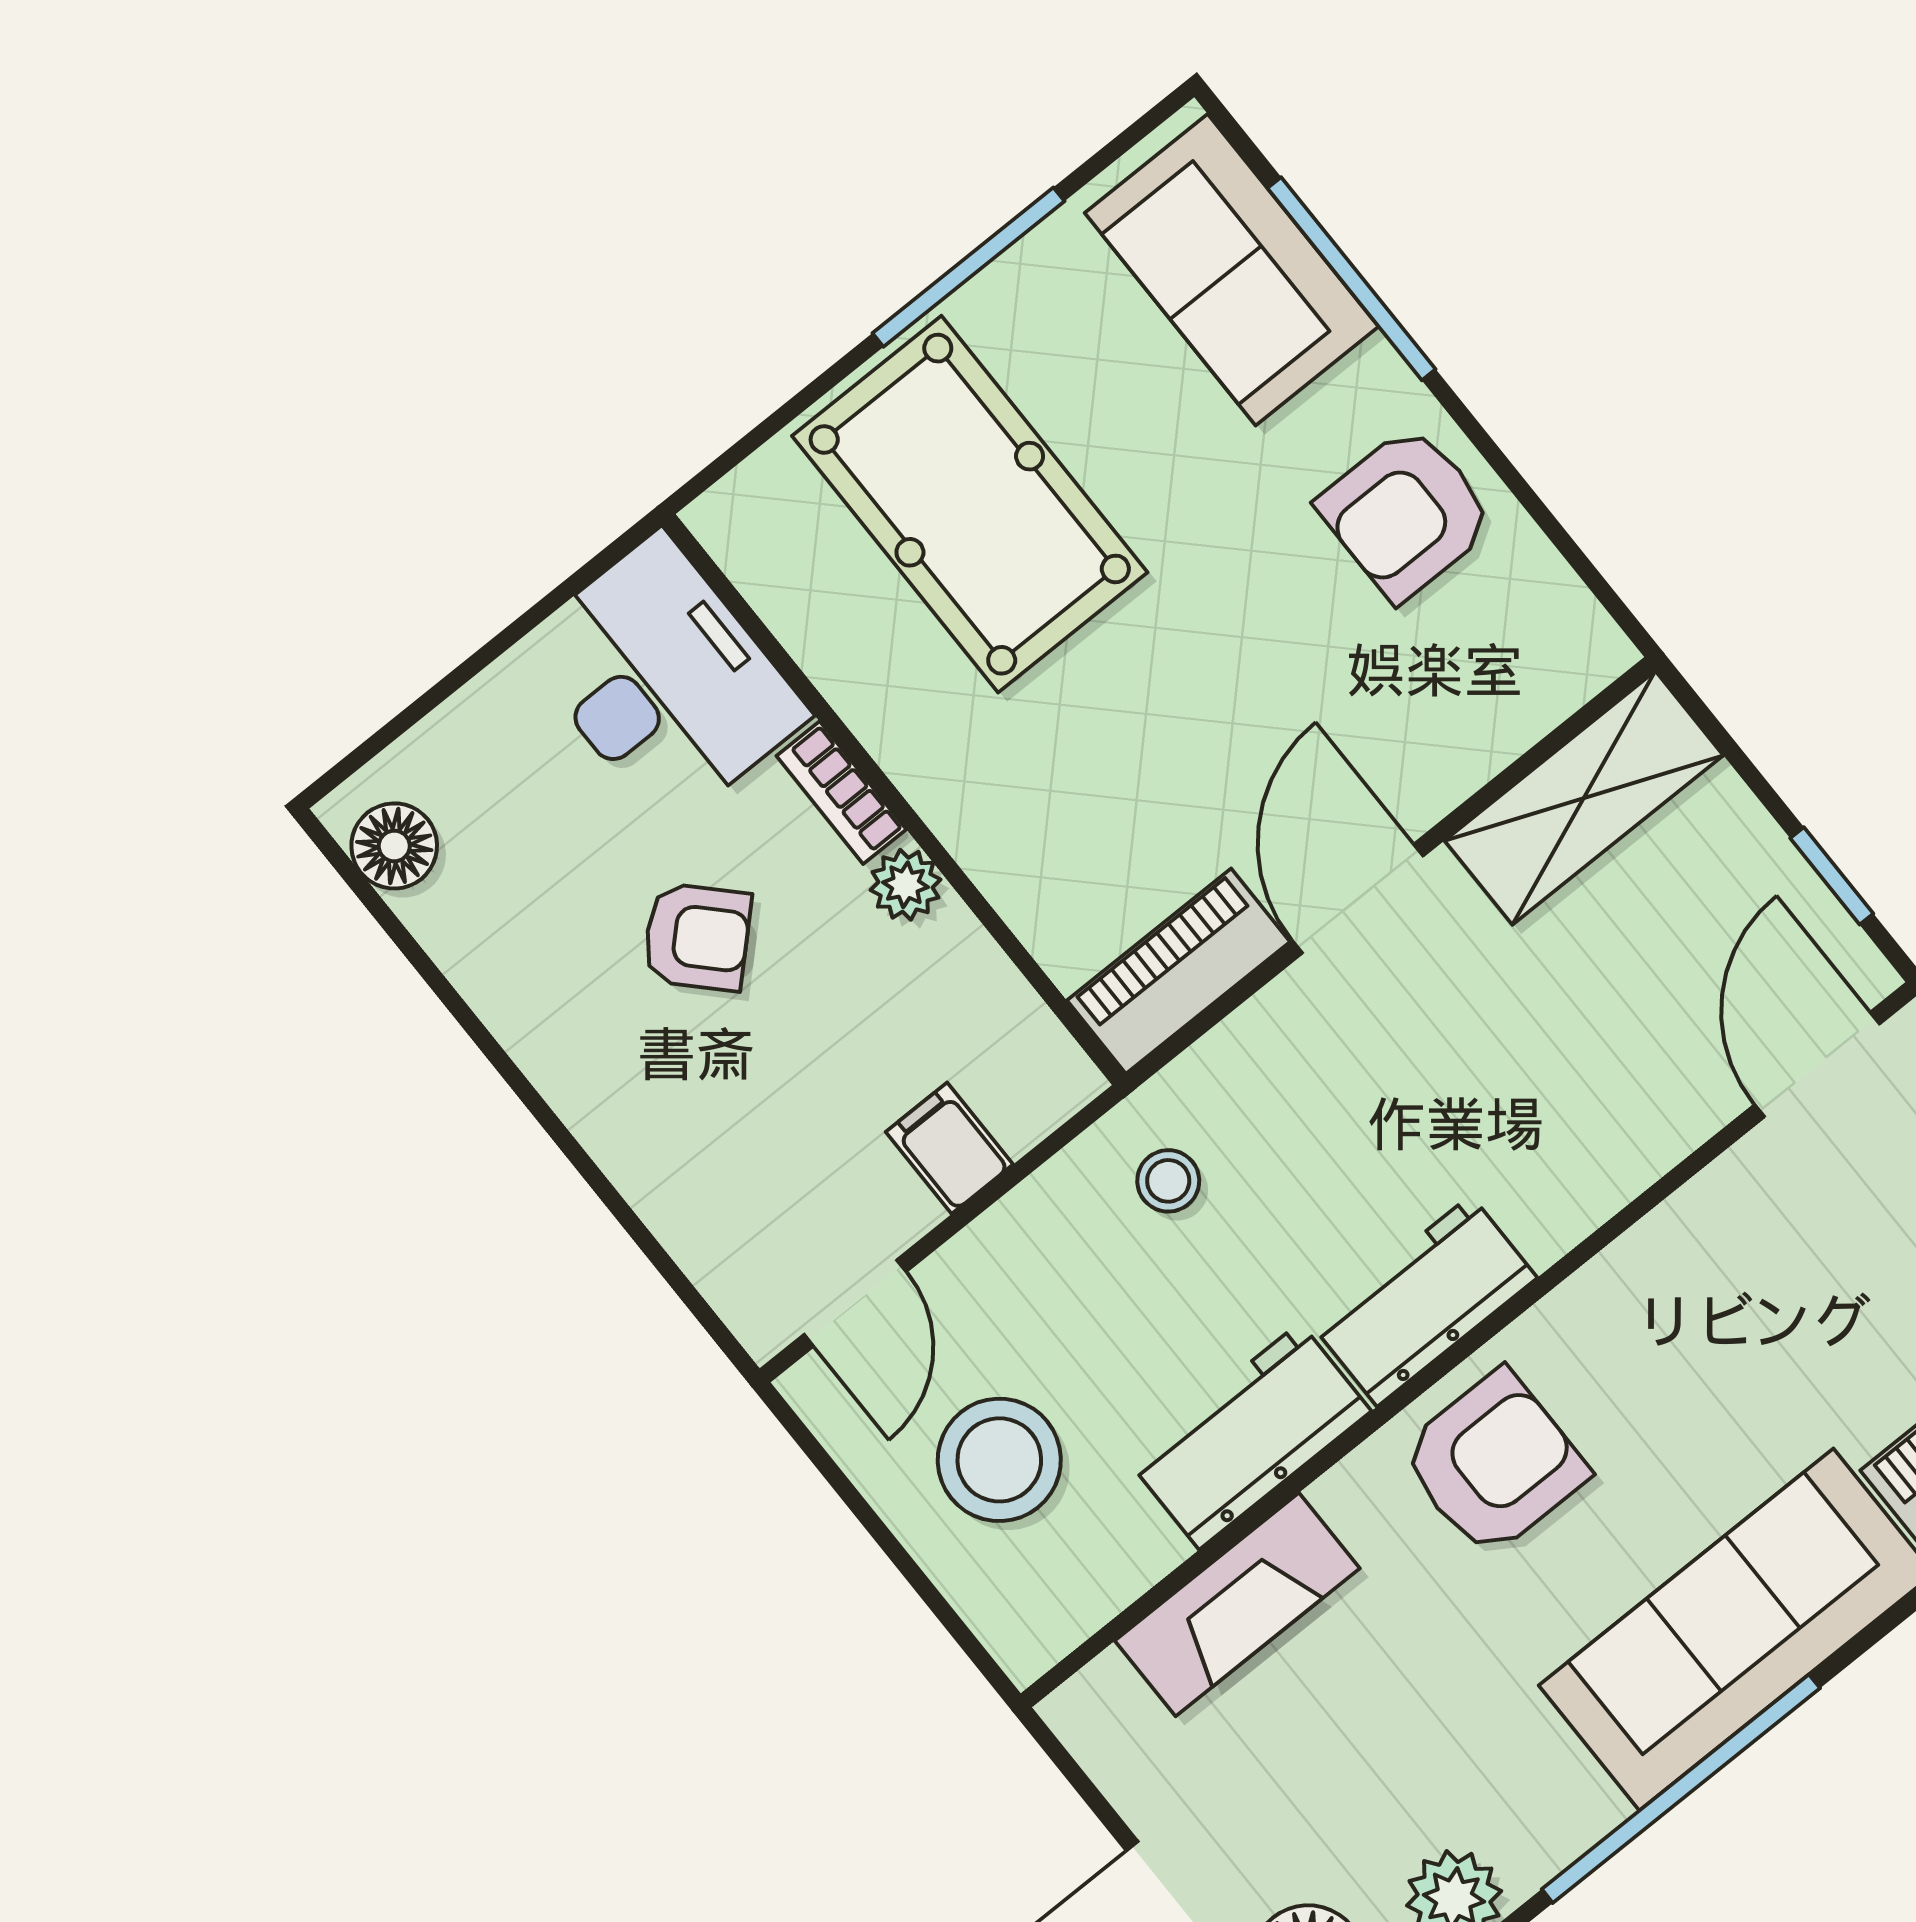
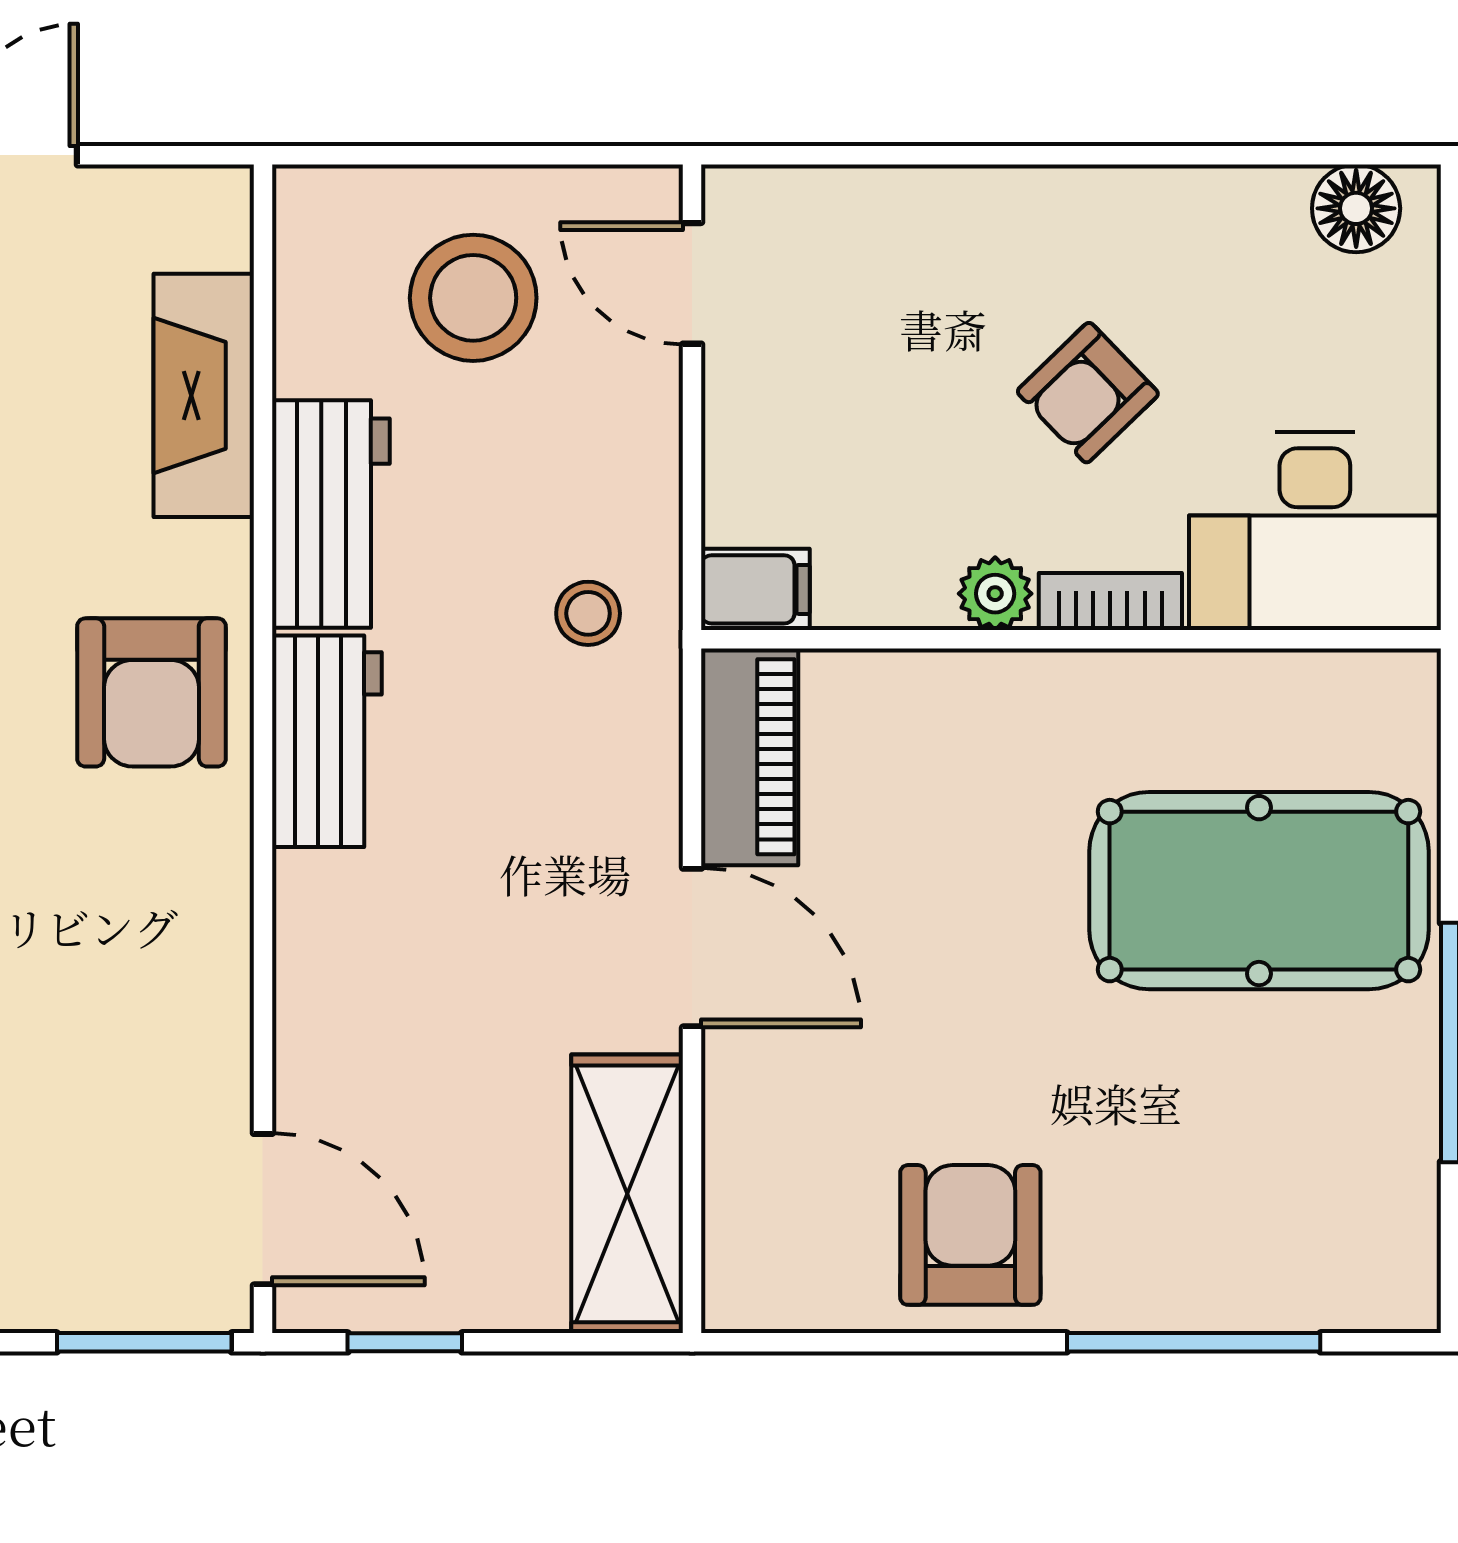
sofa: (1232, 270) -> (1278, 1252), removed
filing cabinet: (949, 1148) -> (755, 589), moved

